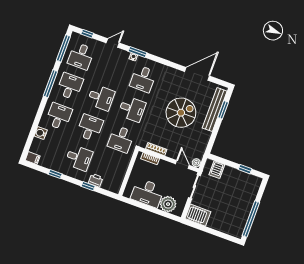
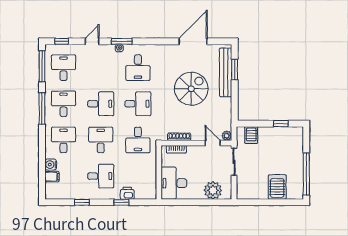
desk: (81, 56) -> (64, 68), turned 180
filing cabinet: (33, 158) -> (52, 177), moved
desk: (147, 193) -> (174, 183), moved, turned 90
server rack: (198, 215) -> (277, 187), moved, turned -90

